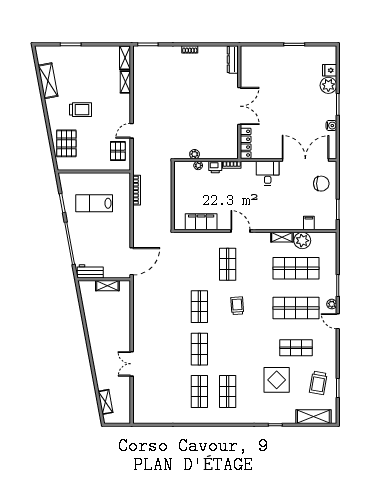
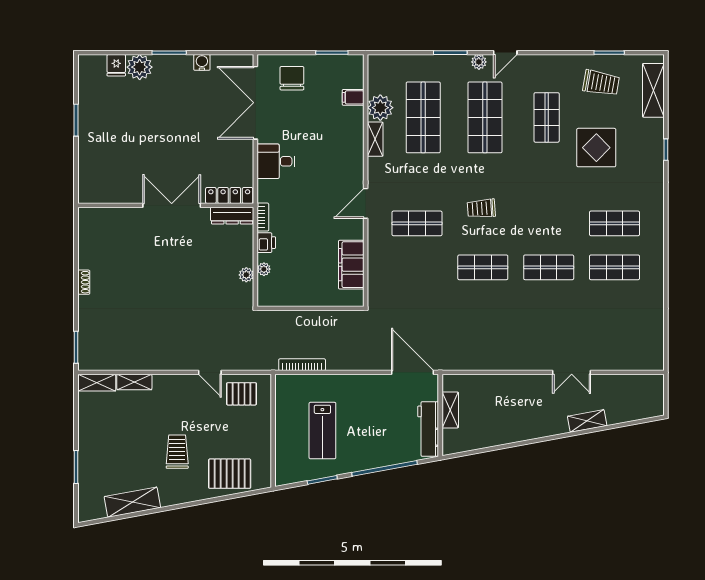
dresser: (233, 59) -> (232, 216), moved
workbench: (90, 271) -> (428, 429), width x1.38
shelving: (105, 402) -> (587, 421), moved

